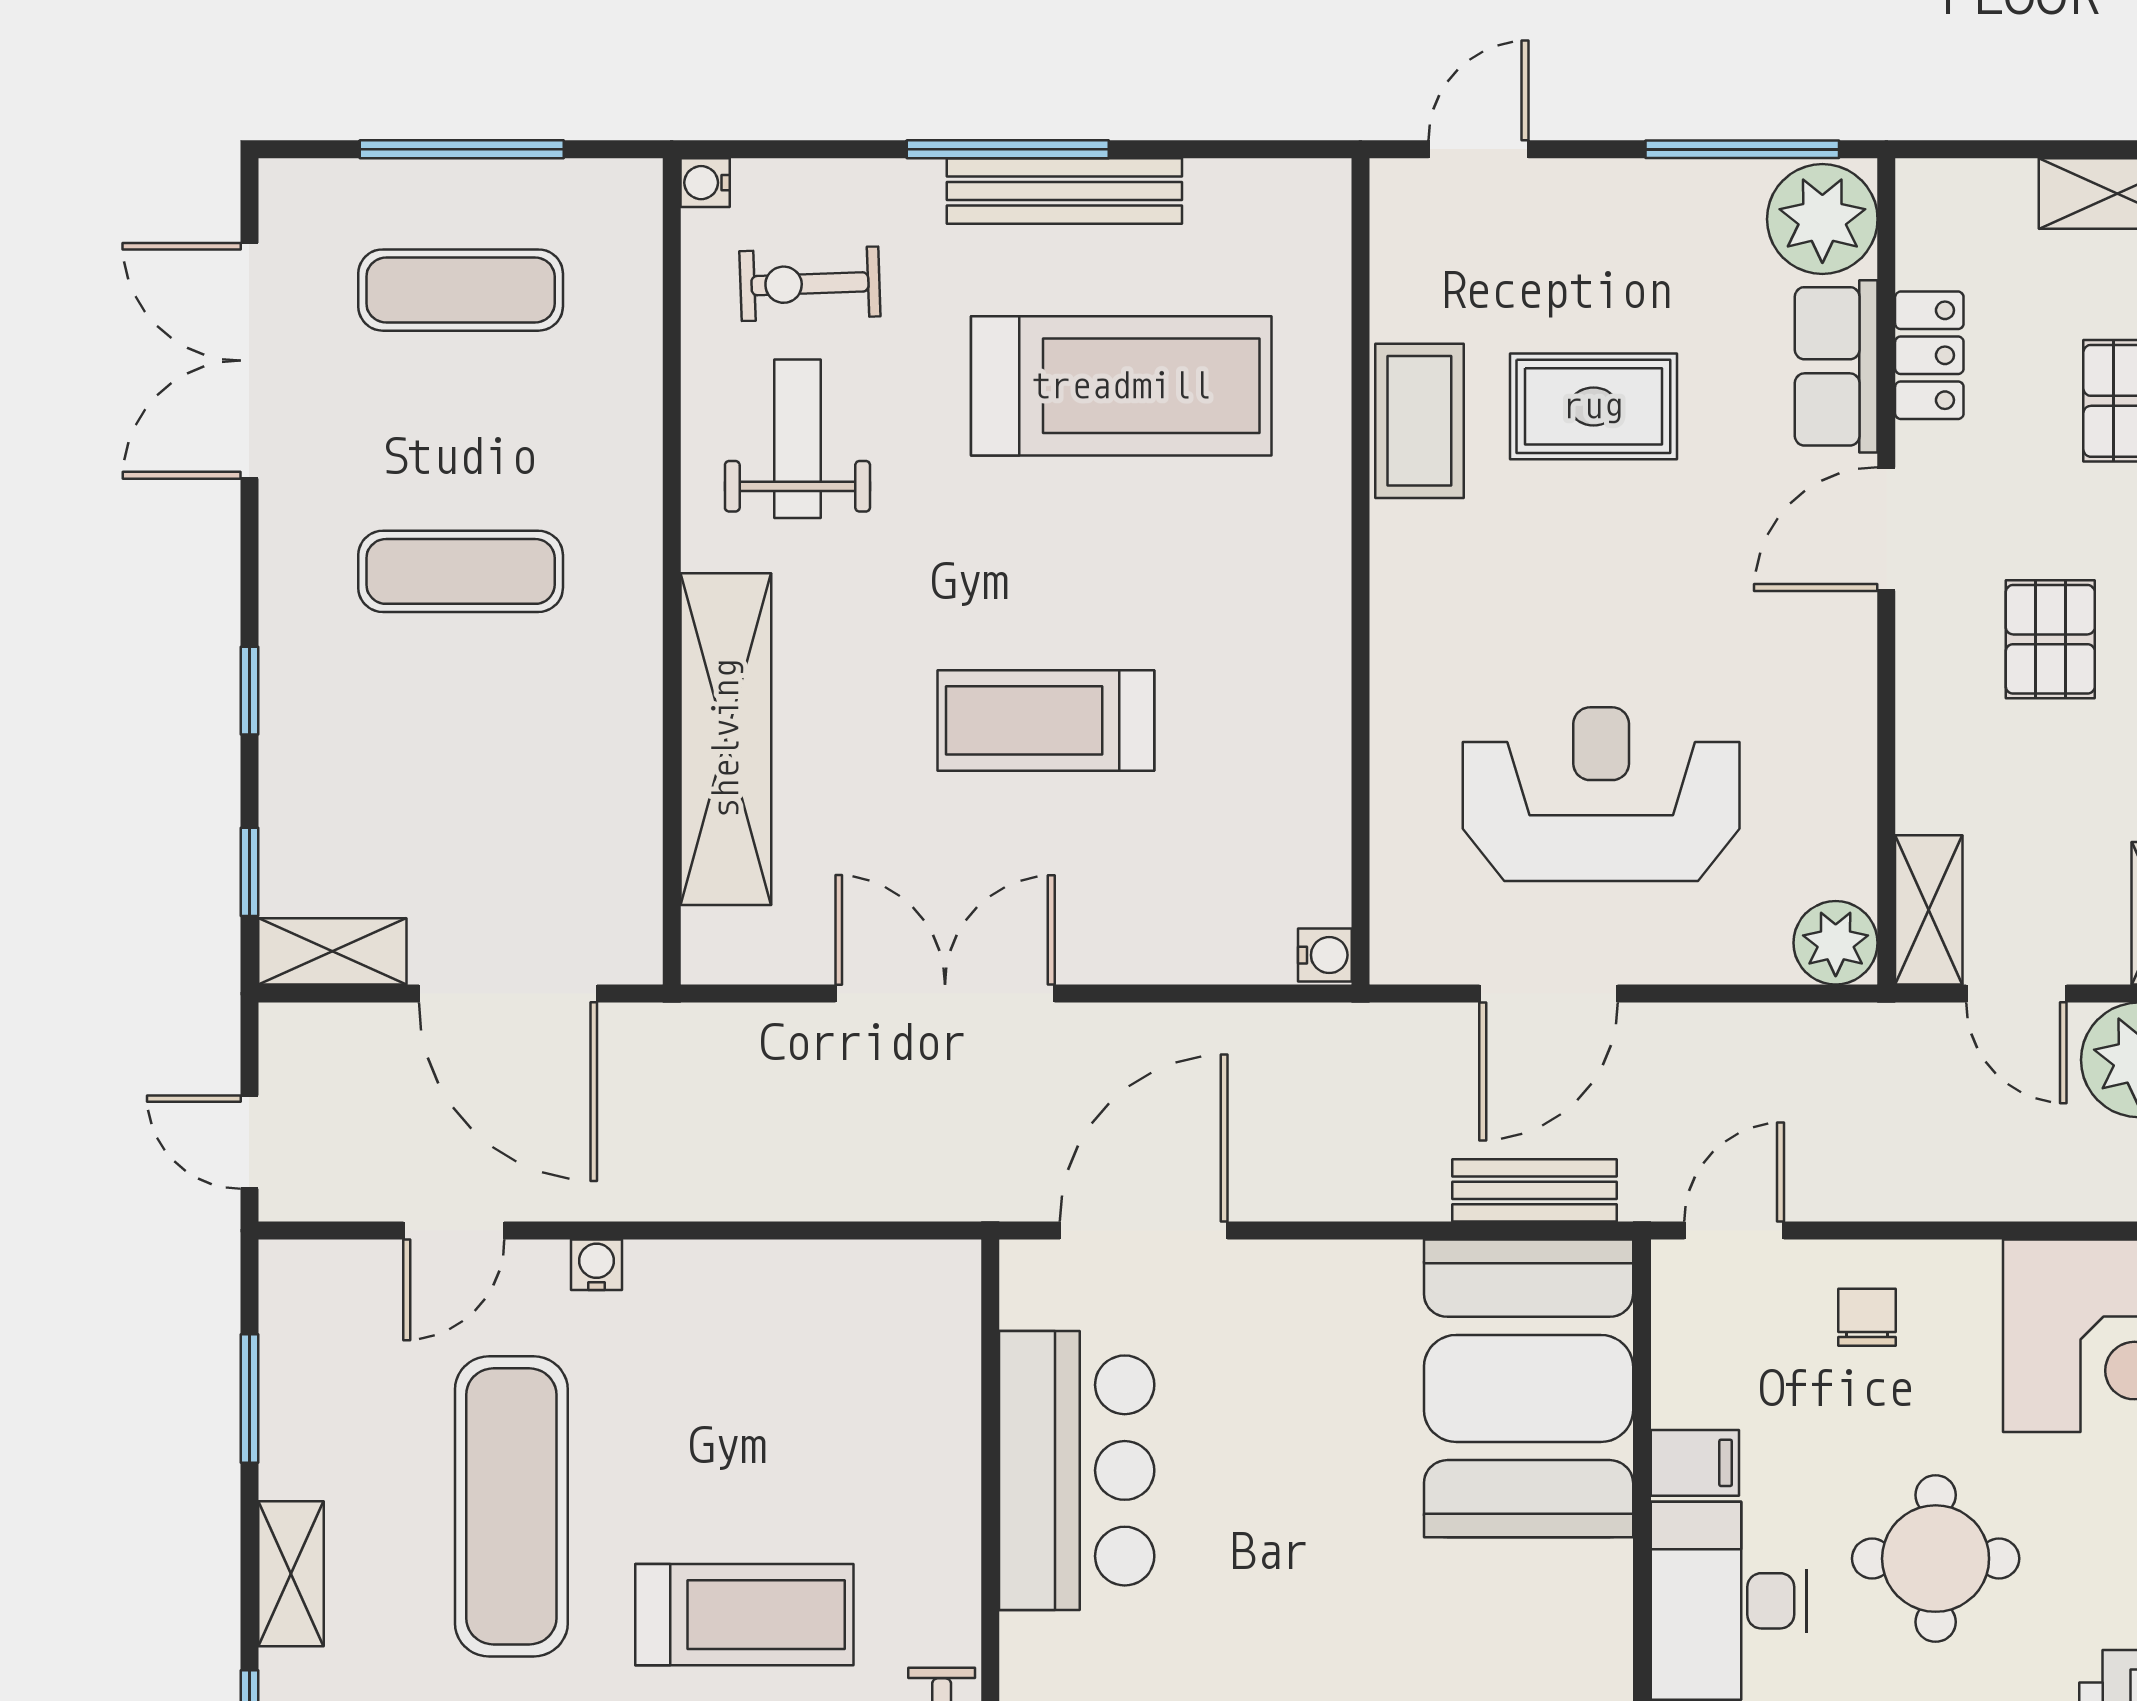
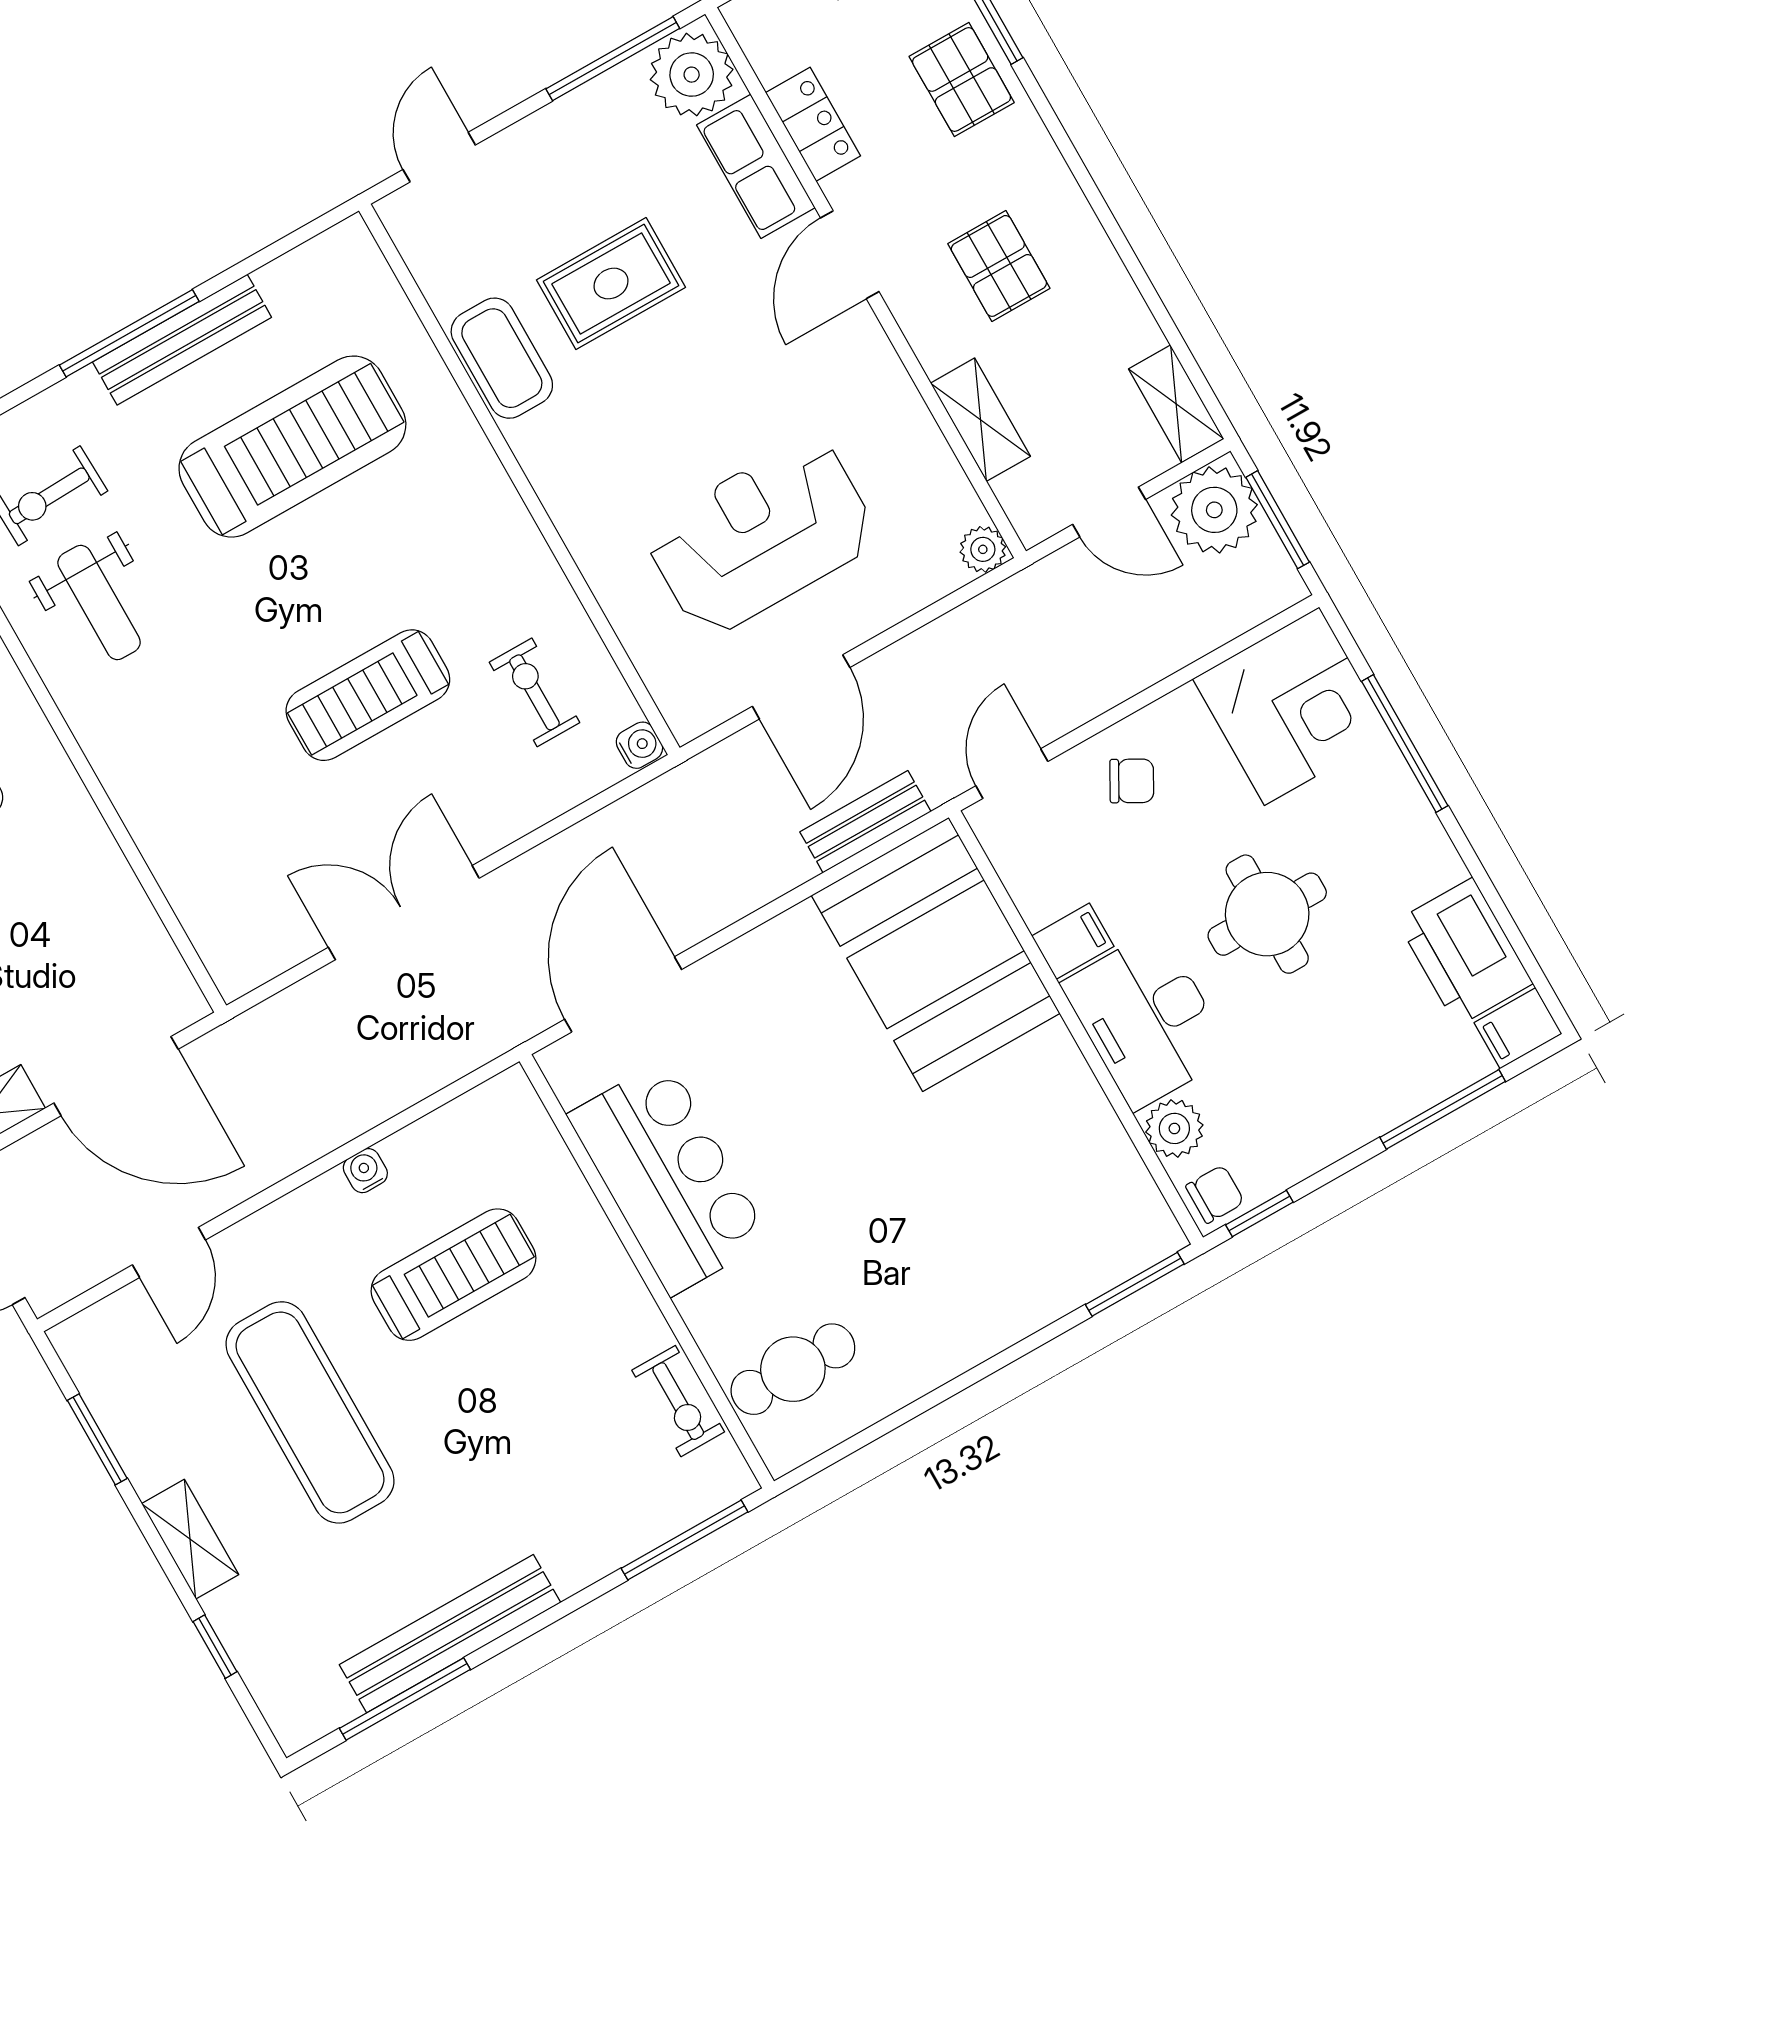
weight bench: (797, 439) -> (99, 602), turned 180
shelving: (726, 739) -> (164, 827), removed
exercise bike: (1239, 826) -> (534, 692), added
shelving: (1929, 910) -> (980, 420), moved
plant: (1836, 943) -> (983, 549), width x0.73, depth x0.73
water cooler: (596, 1265) -> (365, 1171), moved
chair: (1867, 1317) -> (1132, 781), turned 119
treadmill: (744, 1615) -> (453, 1275), moved

